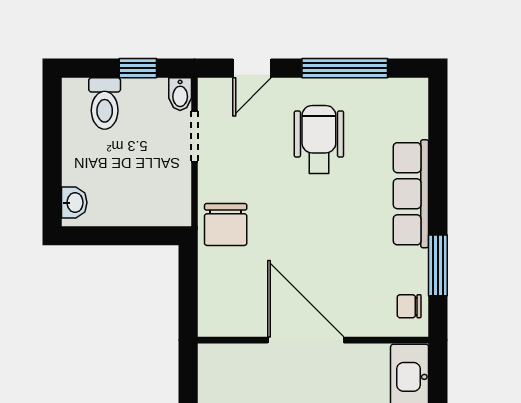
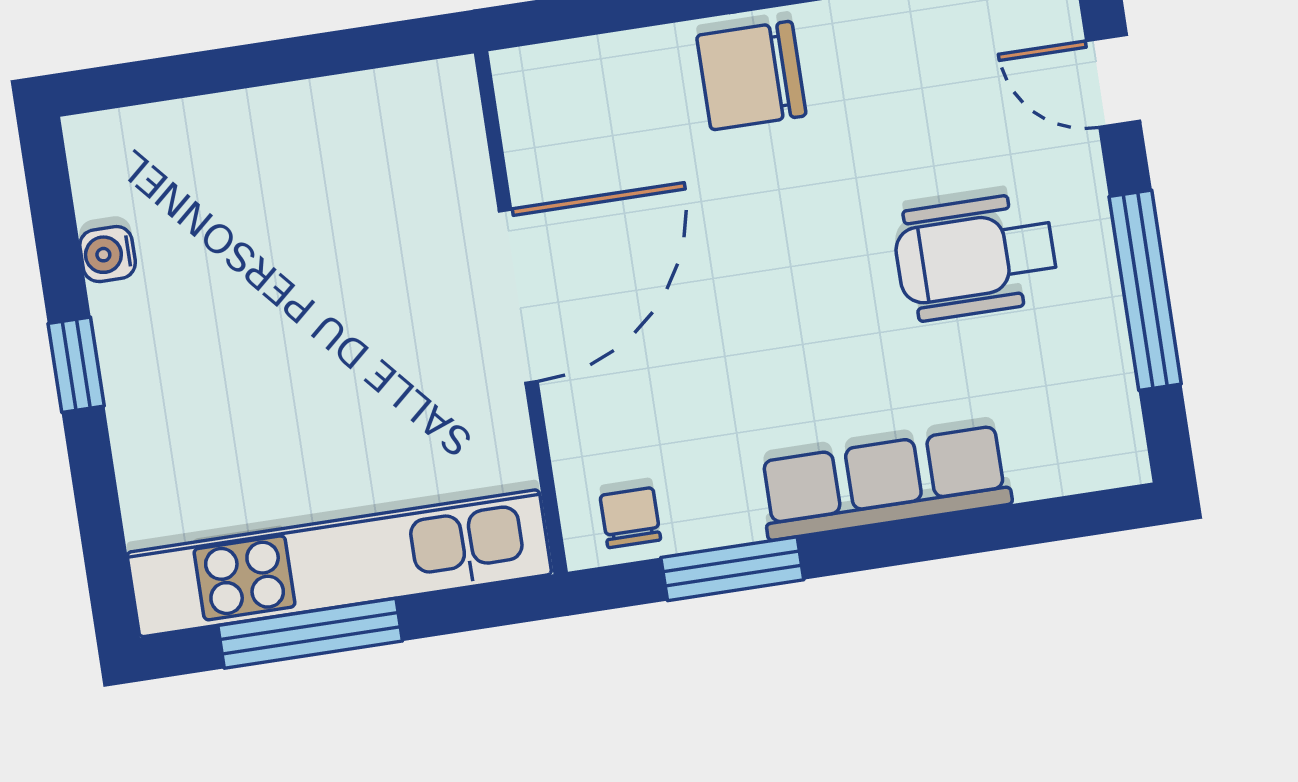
wheelchair: (319, 139) -> (976, 257), turned 180

